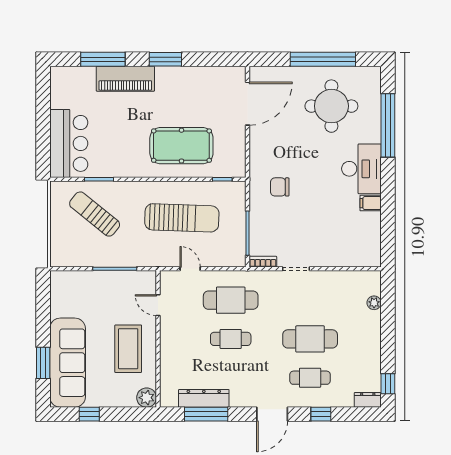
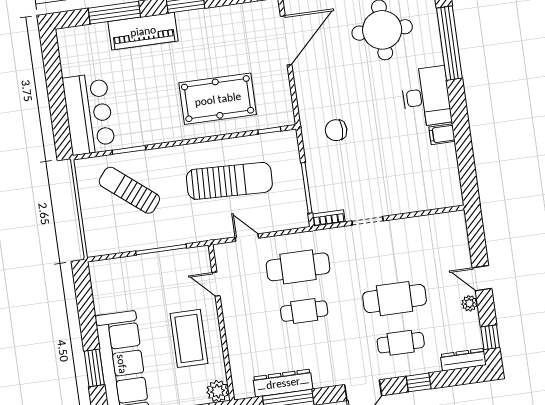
plant: (374, 303) -> (470, 303), moved
door: (388, 332) -> (482, 278), added
dresser: (368, 400) -> (463, 360), width x1.44

